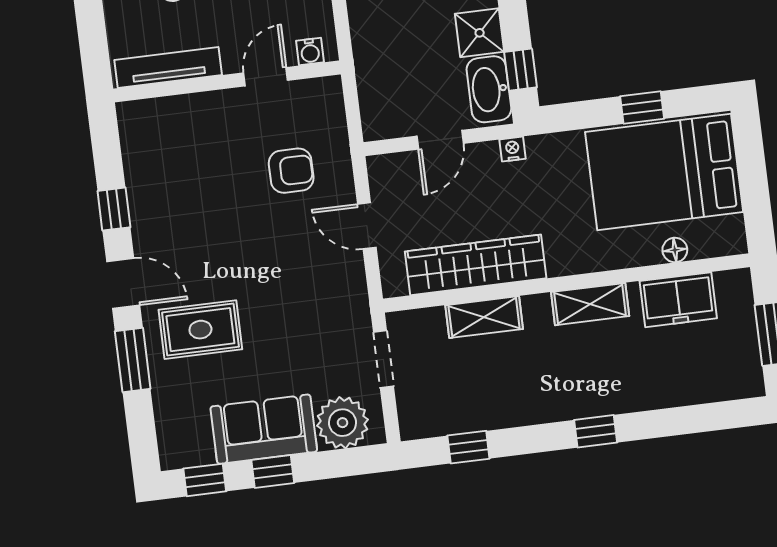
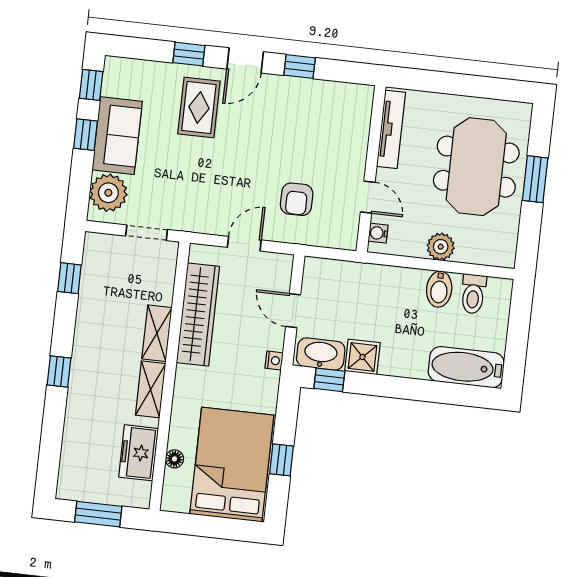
shelving: (484, 317) -> (157, 333), moved
window: (133, 360) -> (189, 54), width x0.67

